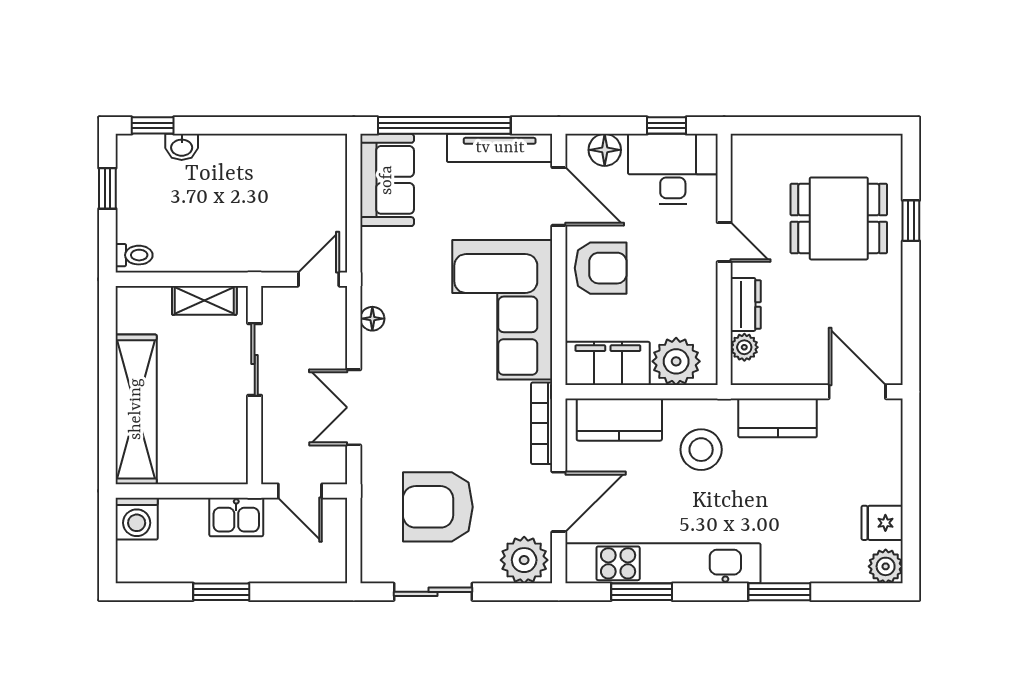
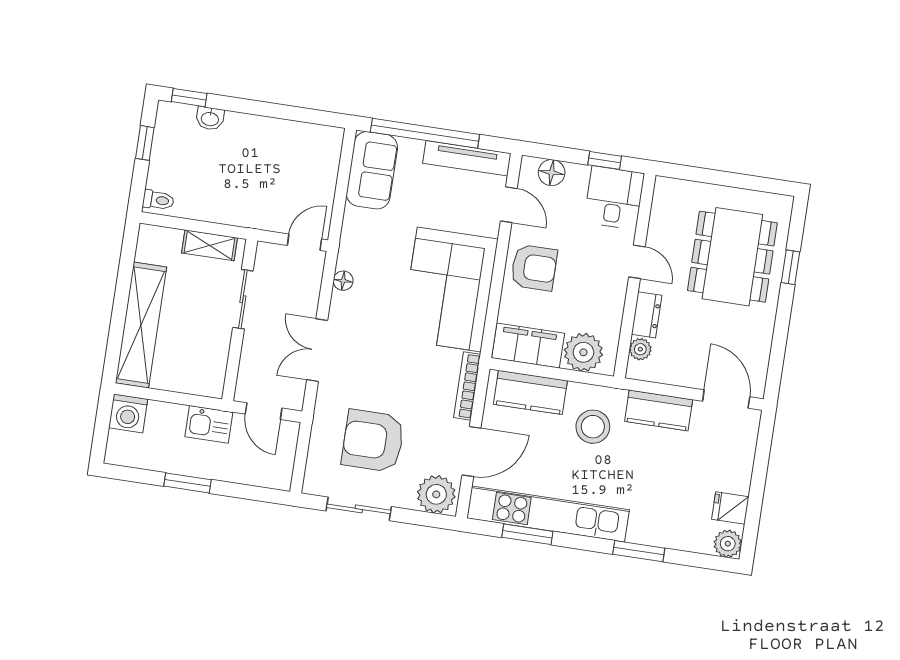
desk: (673, 169) -> (614, 198), width x0.73
door: (559, 196) -> (509, 205), width x0.73
dining table: (839, 218) -> (732, 257), width x1.37

